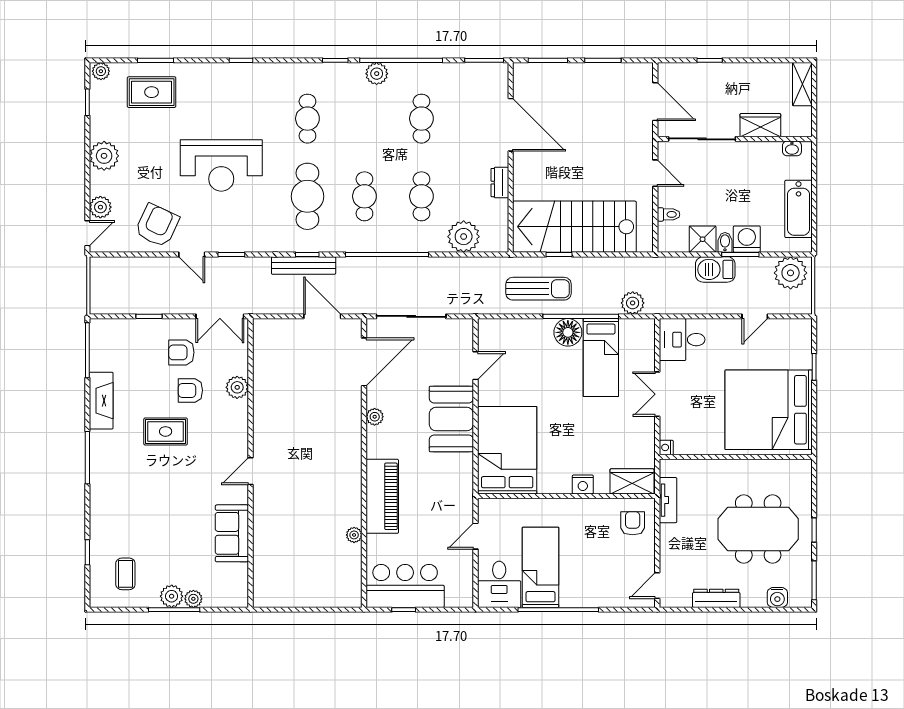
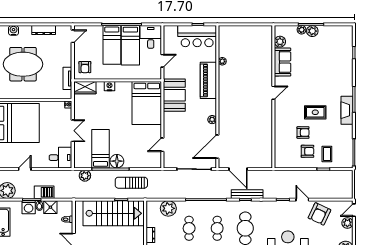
double door: (220, 316) -> (288, 169), removed
plant: (237, 387) -> (280, 42), moved
fireplace: (101, 401) -> (347, 110), moved
booth: (451, 419) -> (174, 95), moved
bed: (578, 568) -> (112, 45), added
coffee table: (125, 574) -> (327, 154), moved

